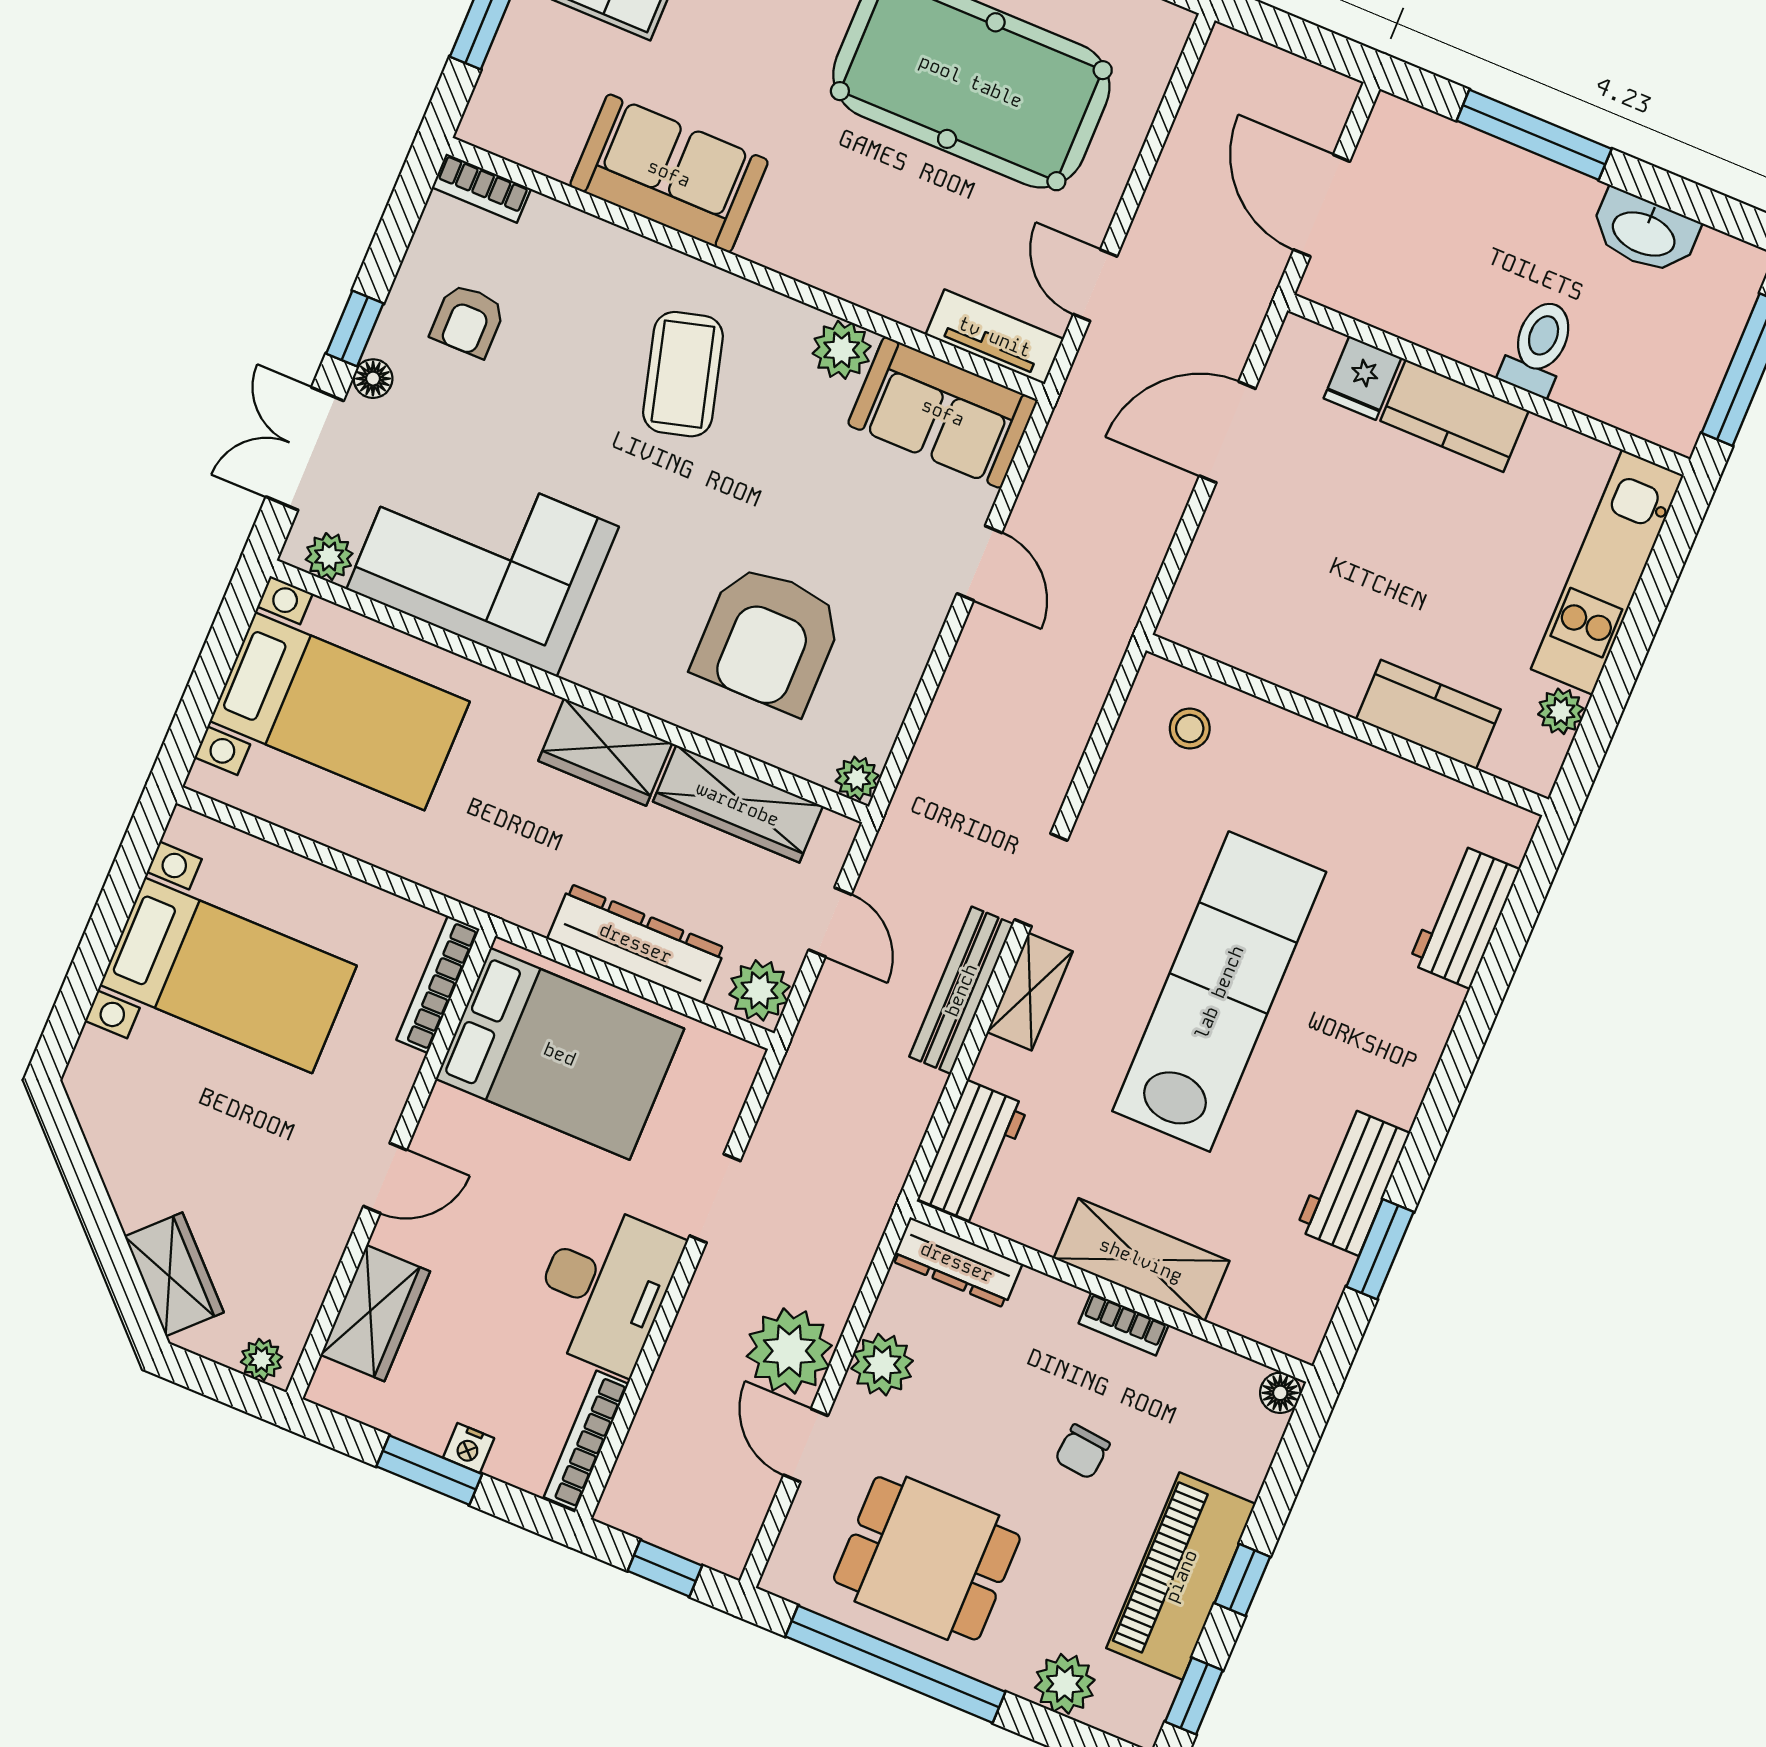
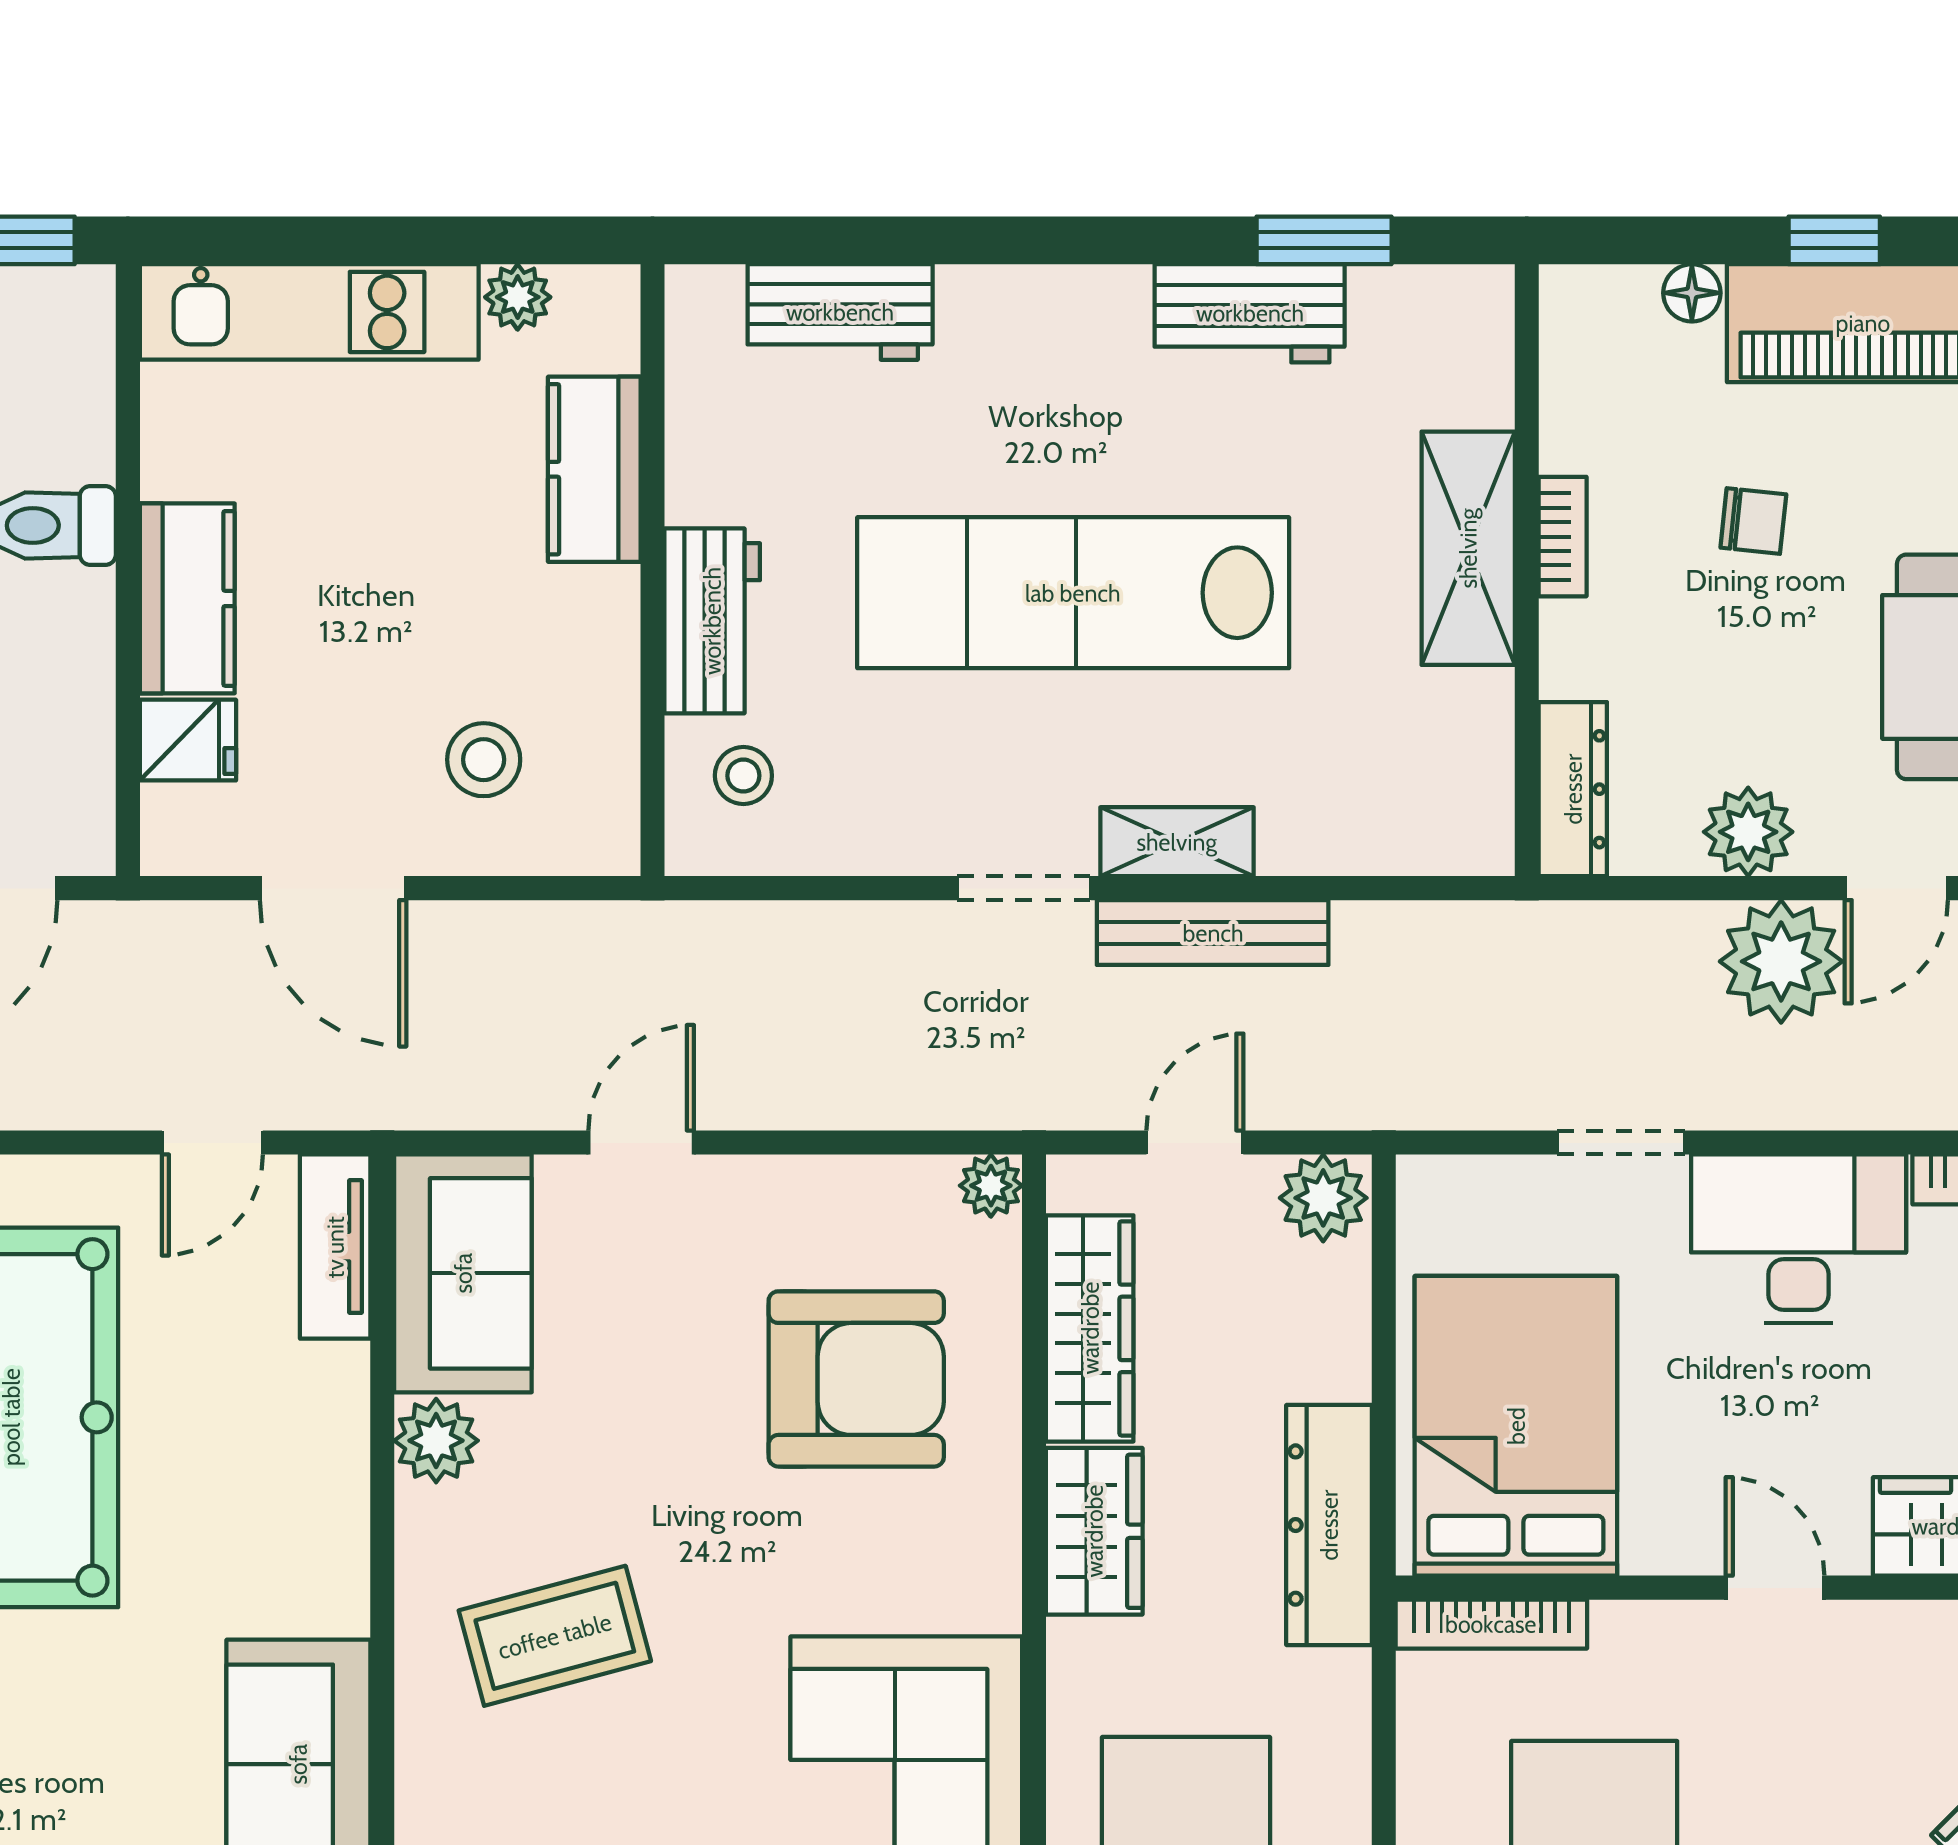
stool: (1270, 564) -> (484, 760), added
dresser: (636, 943) -> (1329, 1525), moved
workbench: (973, 1152) -> (712, 621), moved, turned 90
floor lamp: (1280, 1393) -> (1692, 293), moved

